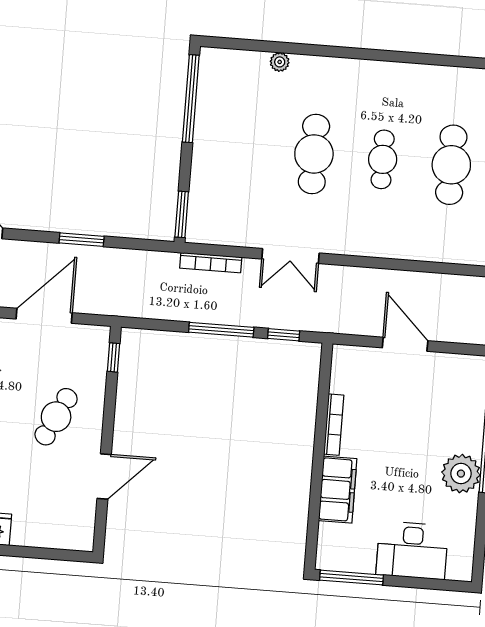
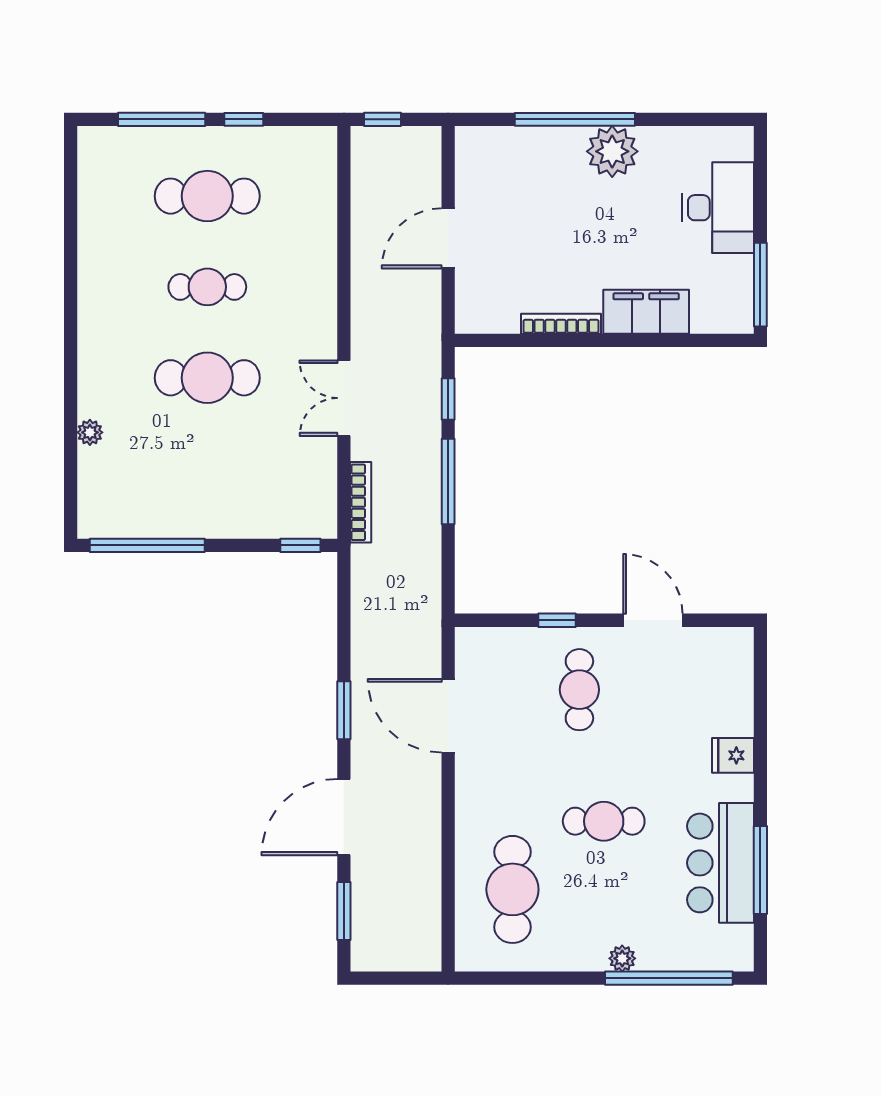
window: (182, 214) -> (300, 545), width x0.67
window: (82, 240) -> (344, 710), moved
double door: (290, 256) -> (344, 398), swing flipped
window: (113, 357) -> (557, 620), moved
cafe table: (56, 417) -> (579, 690), turned 64

